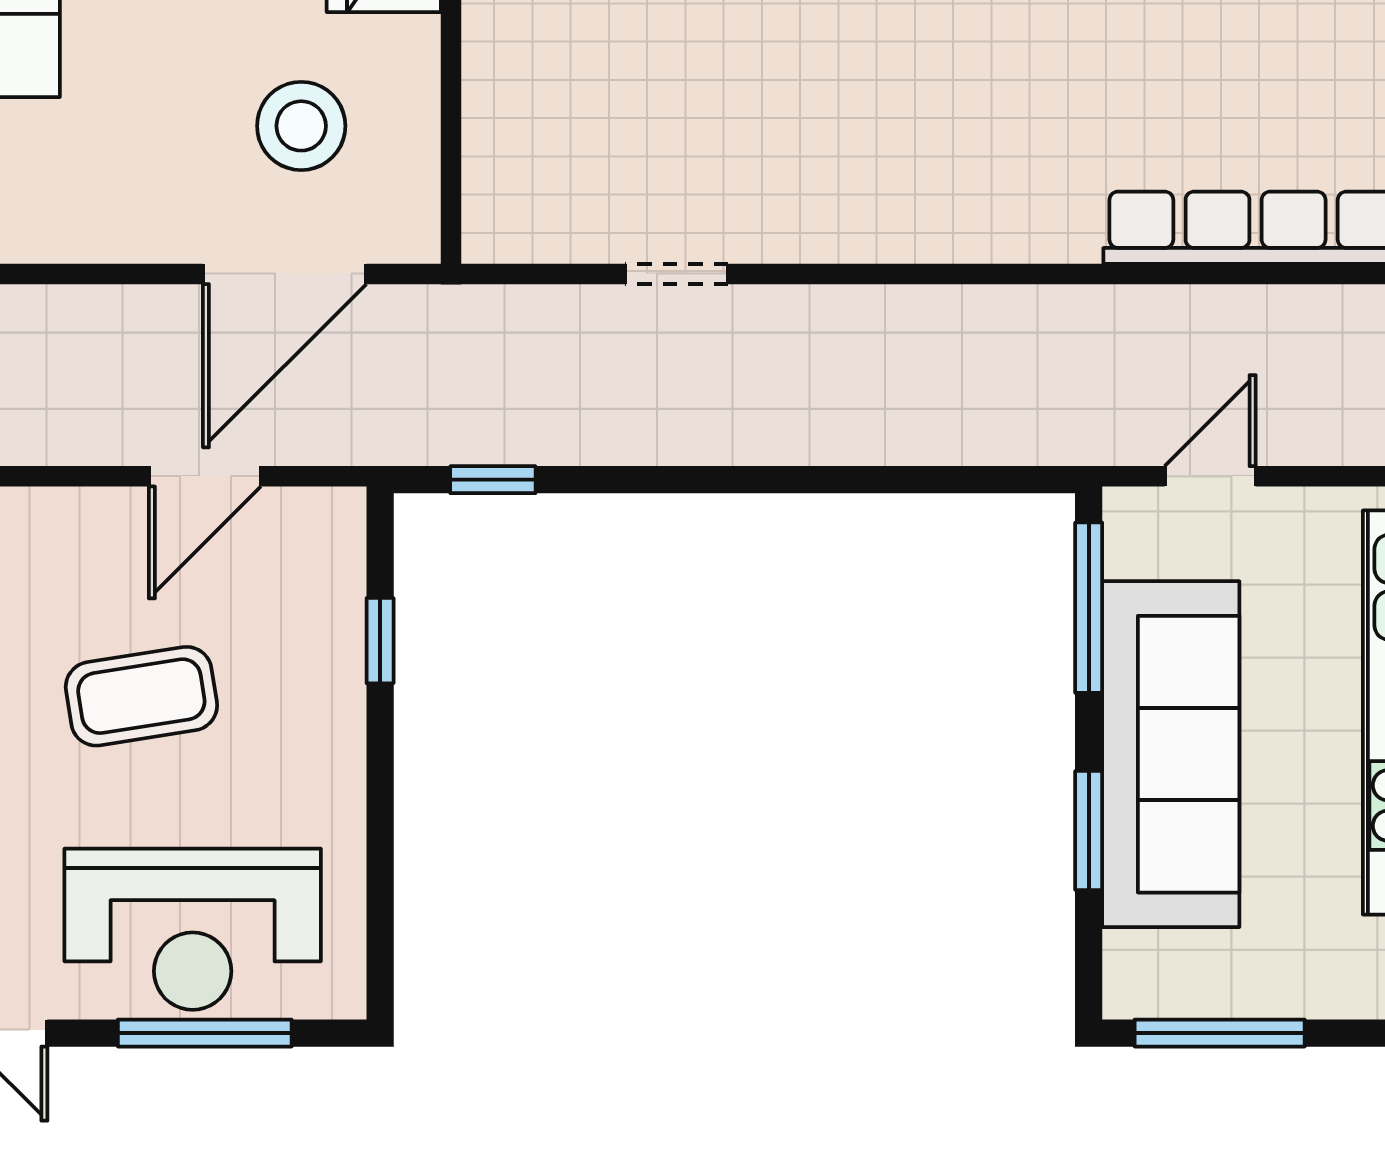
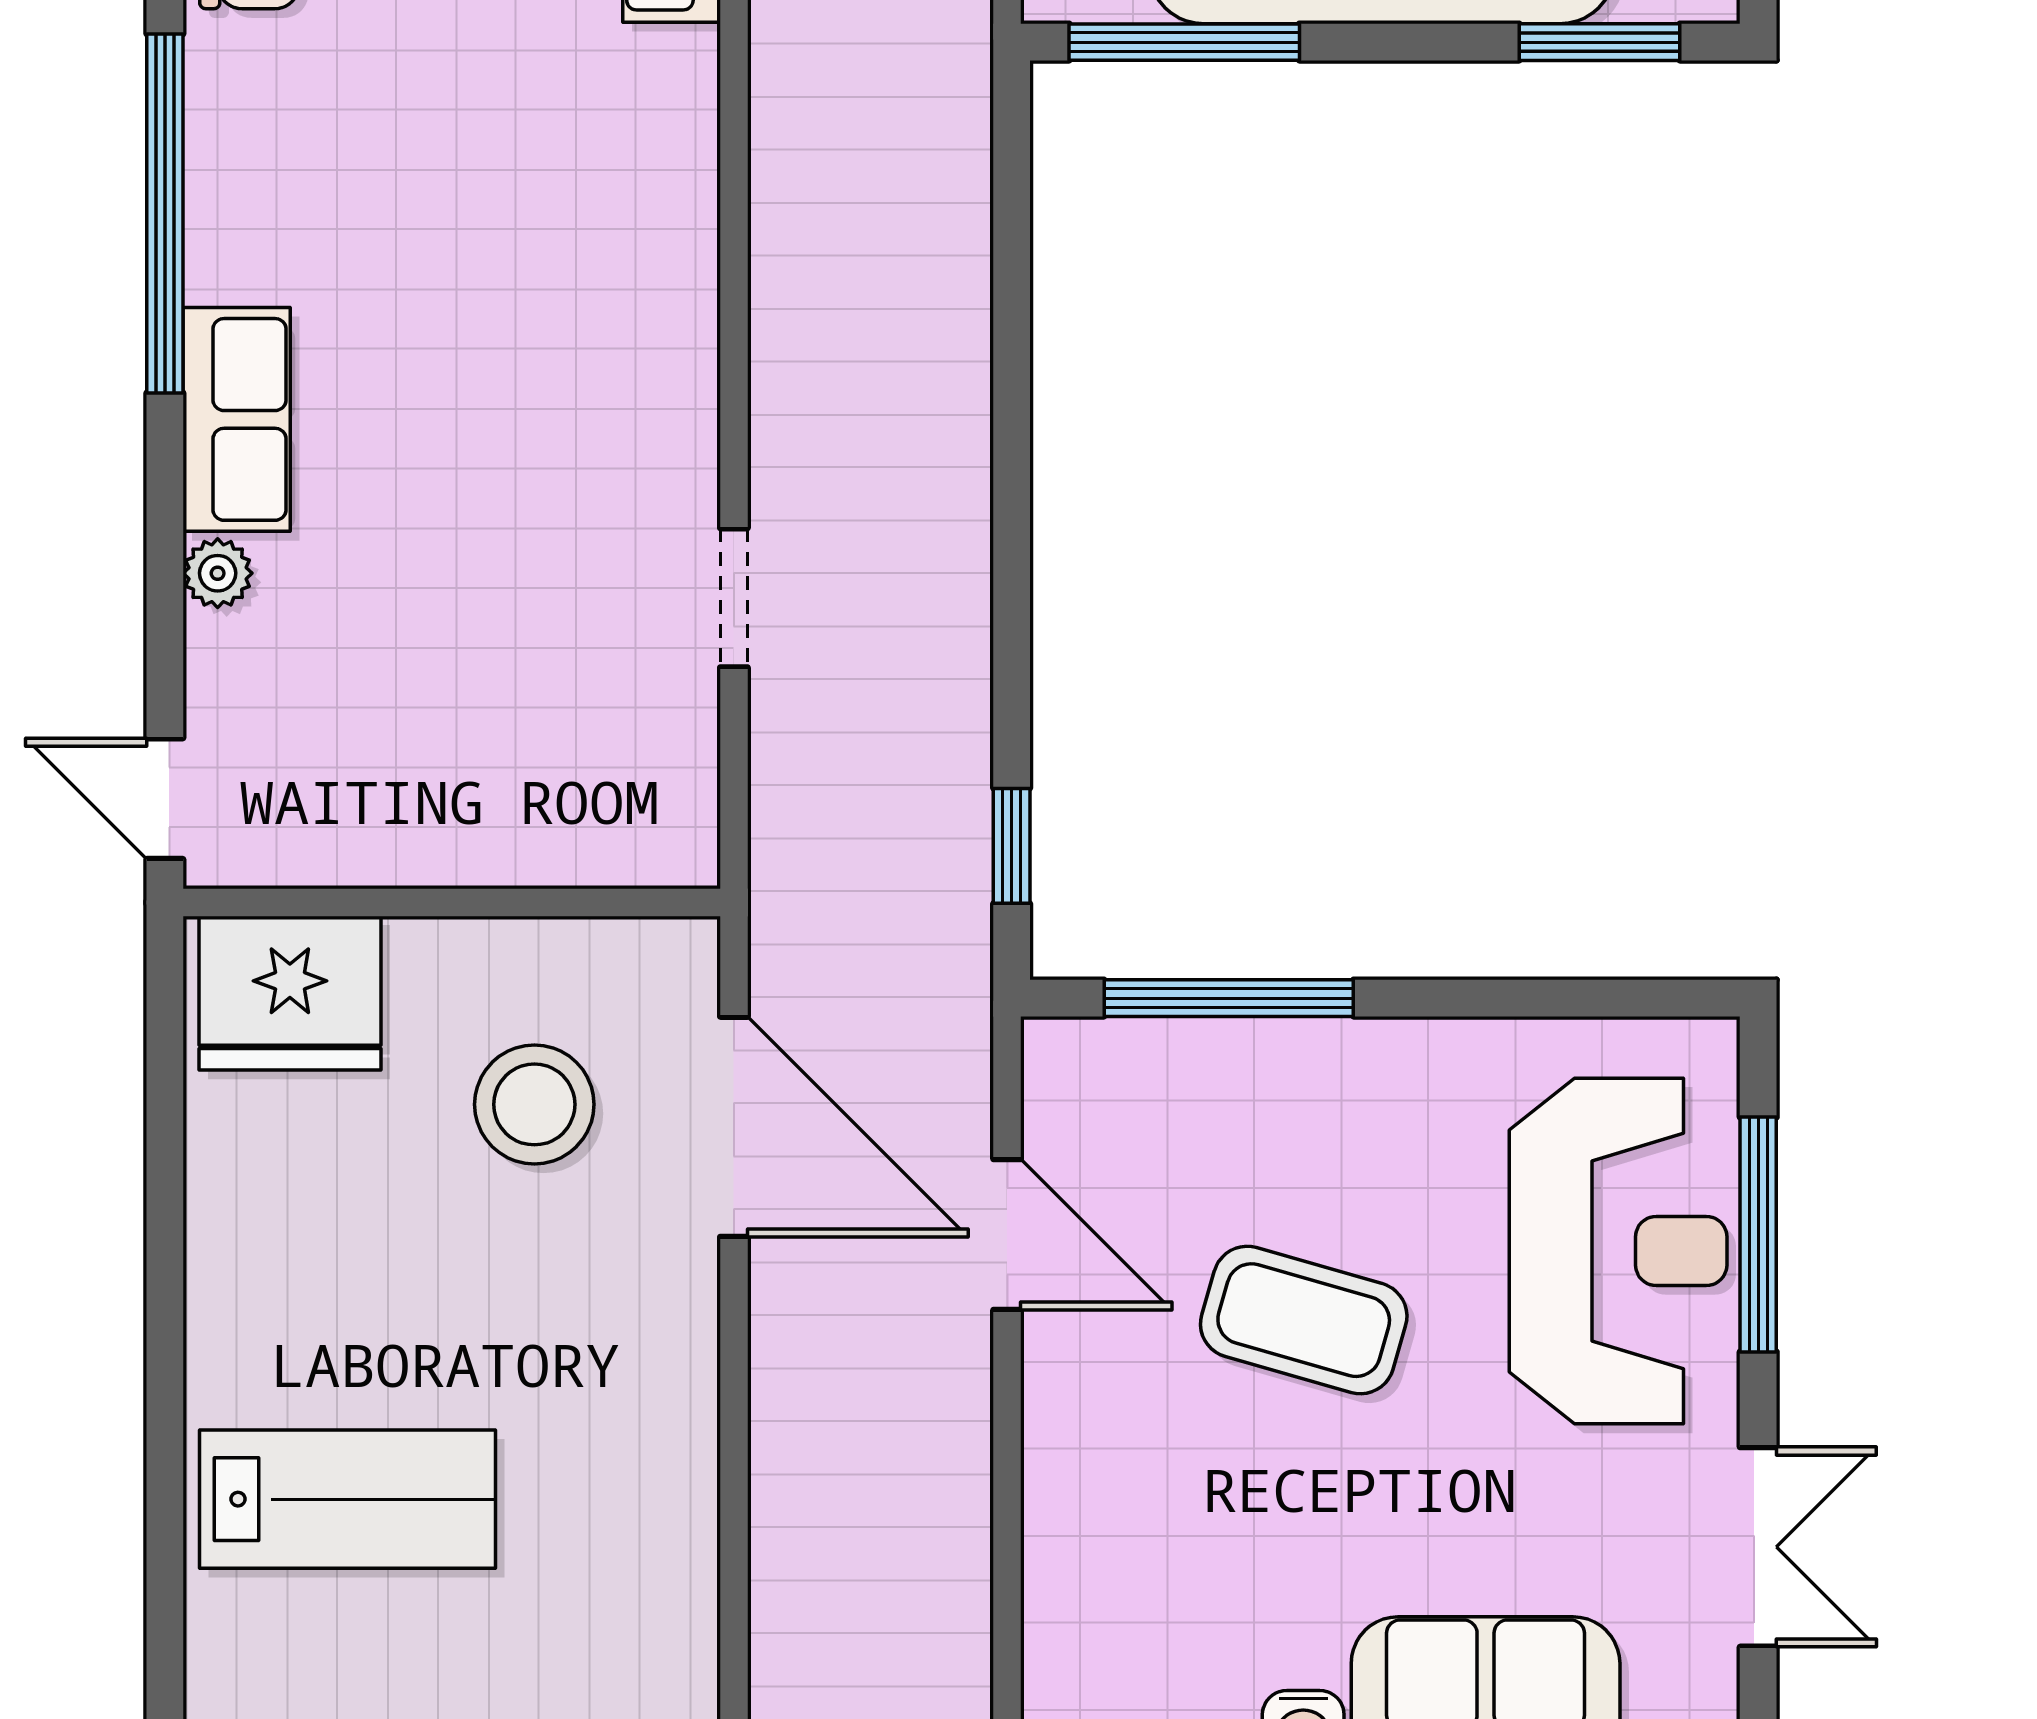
window: (380, 641) -> (1229, 998), width x2.17
coffee table: (141, 696) -> (1304, 1320), turned -65
window: (1089, 830) -> (1600, 42), moved

